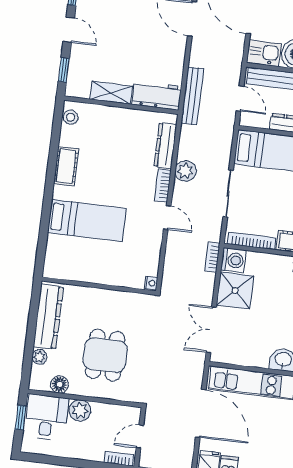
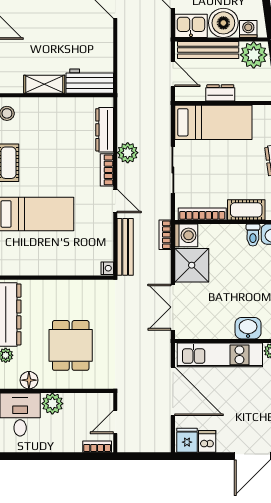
bench: (192, 96) -> (125, 247), moved

